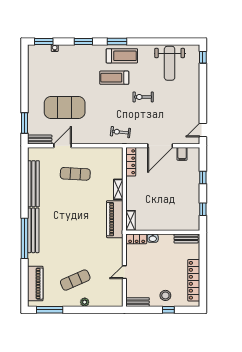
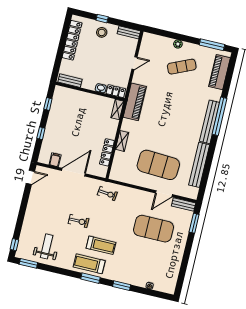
window: (44, 42) -> (28, 263), moved
weight bench: (170, 63) -> (47, 246), width x0.73, depth x0.75
locker: (131, 162) -> (107, 152), moved
exercise mat: (75, 174) -> (158, 165), width x2.00, depth x1.45
piano: (115, 219) -> (135, 102), moved

